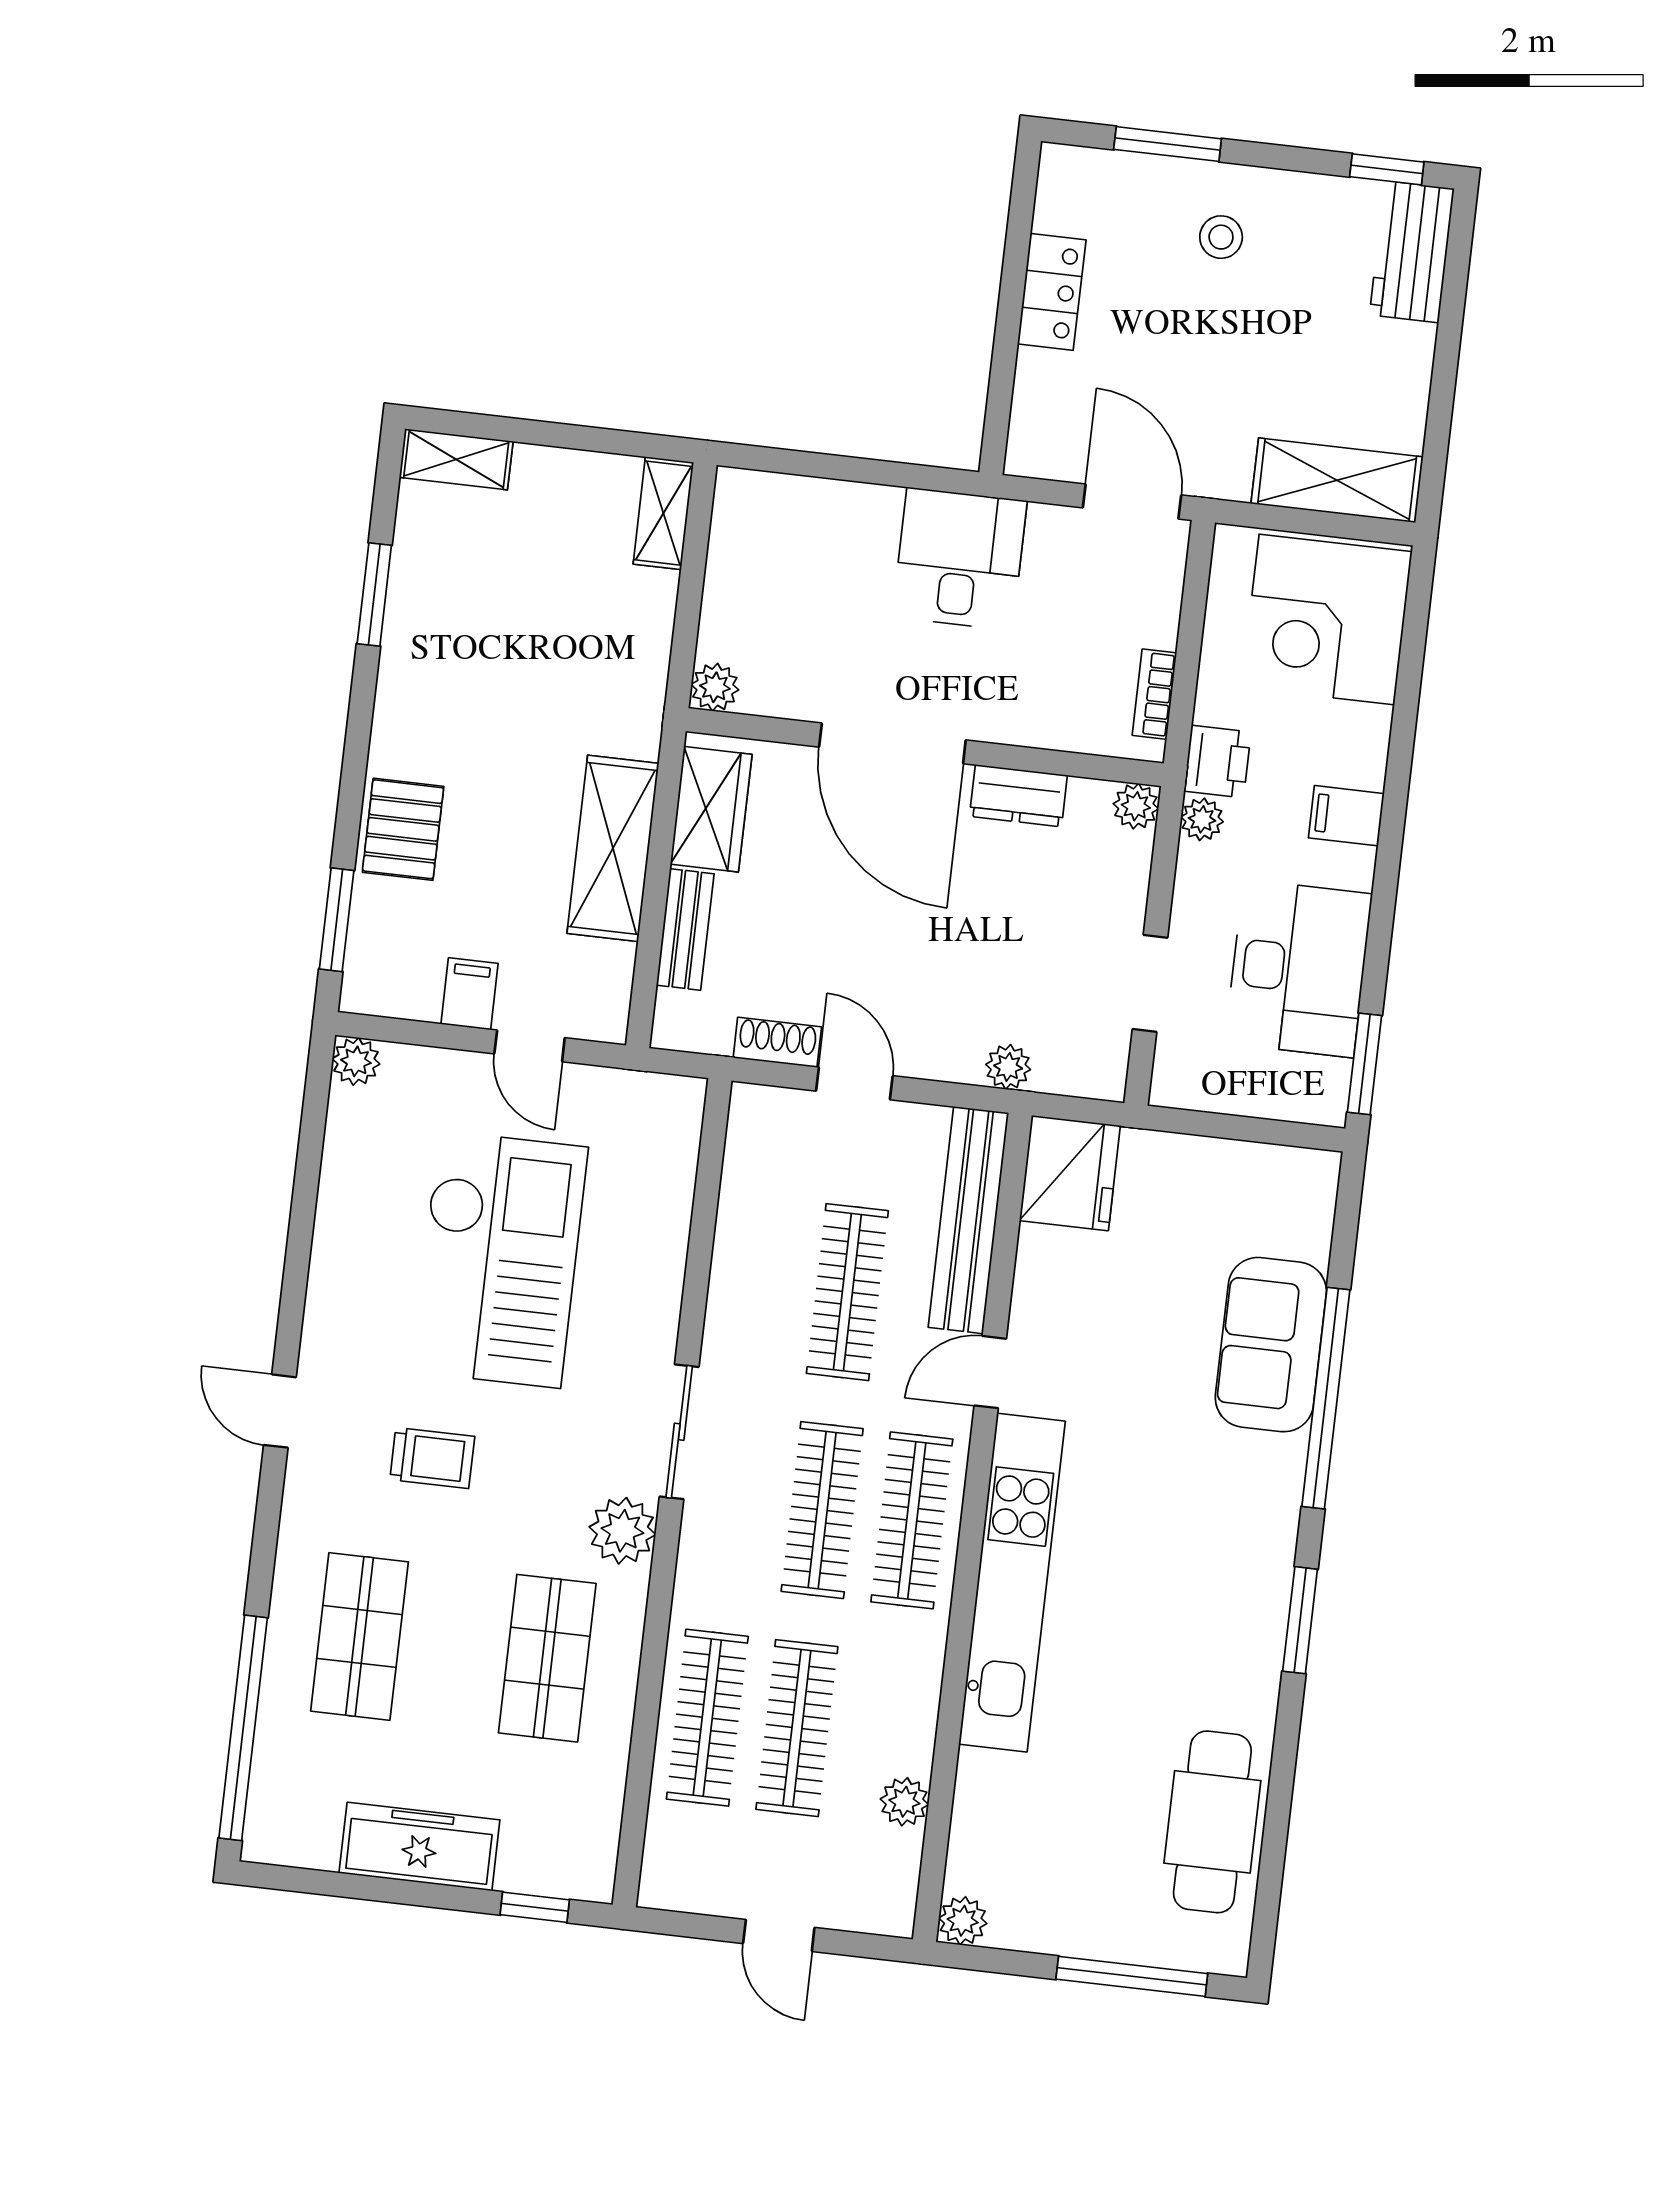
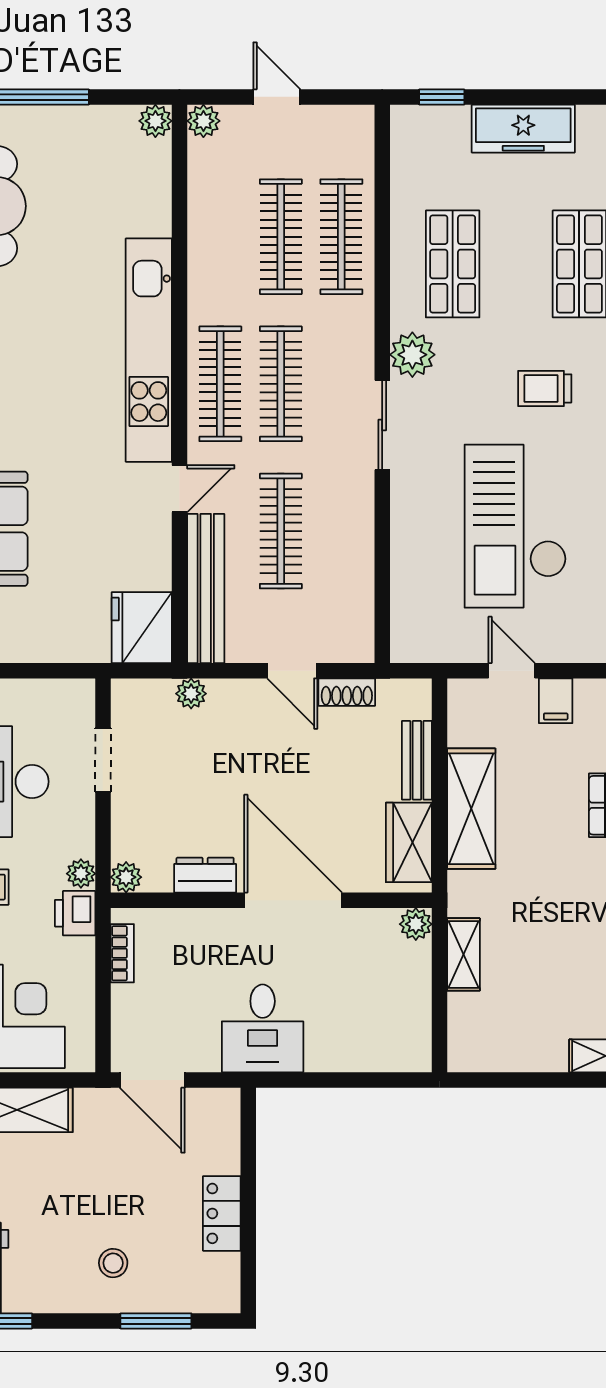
shelving: (663, 513) -> (464, 954), moved
plant: (904, 1802) -> (203, 121), moved

